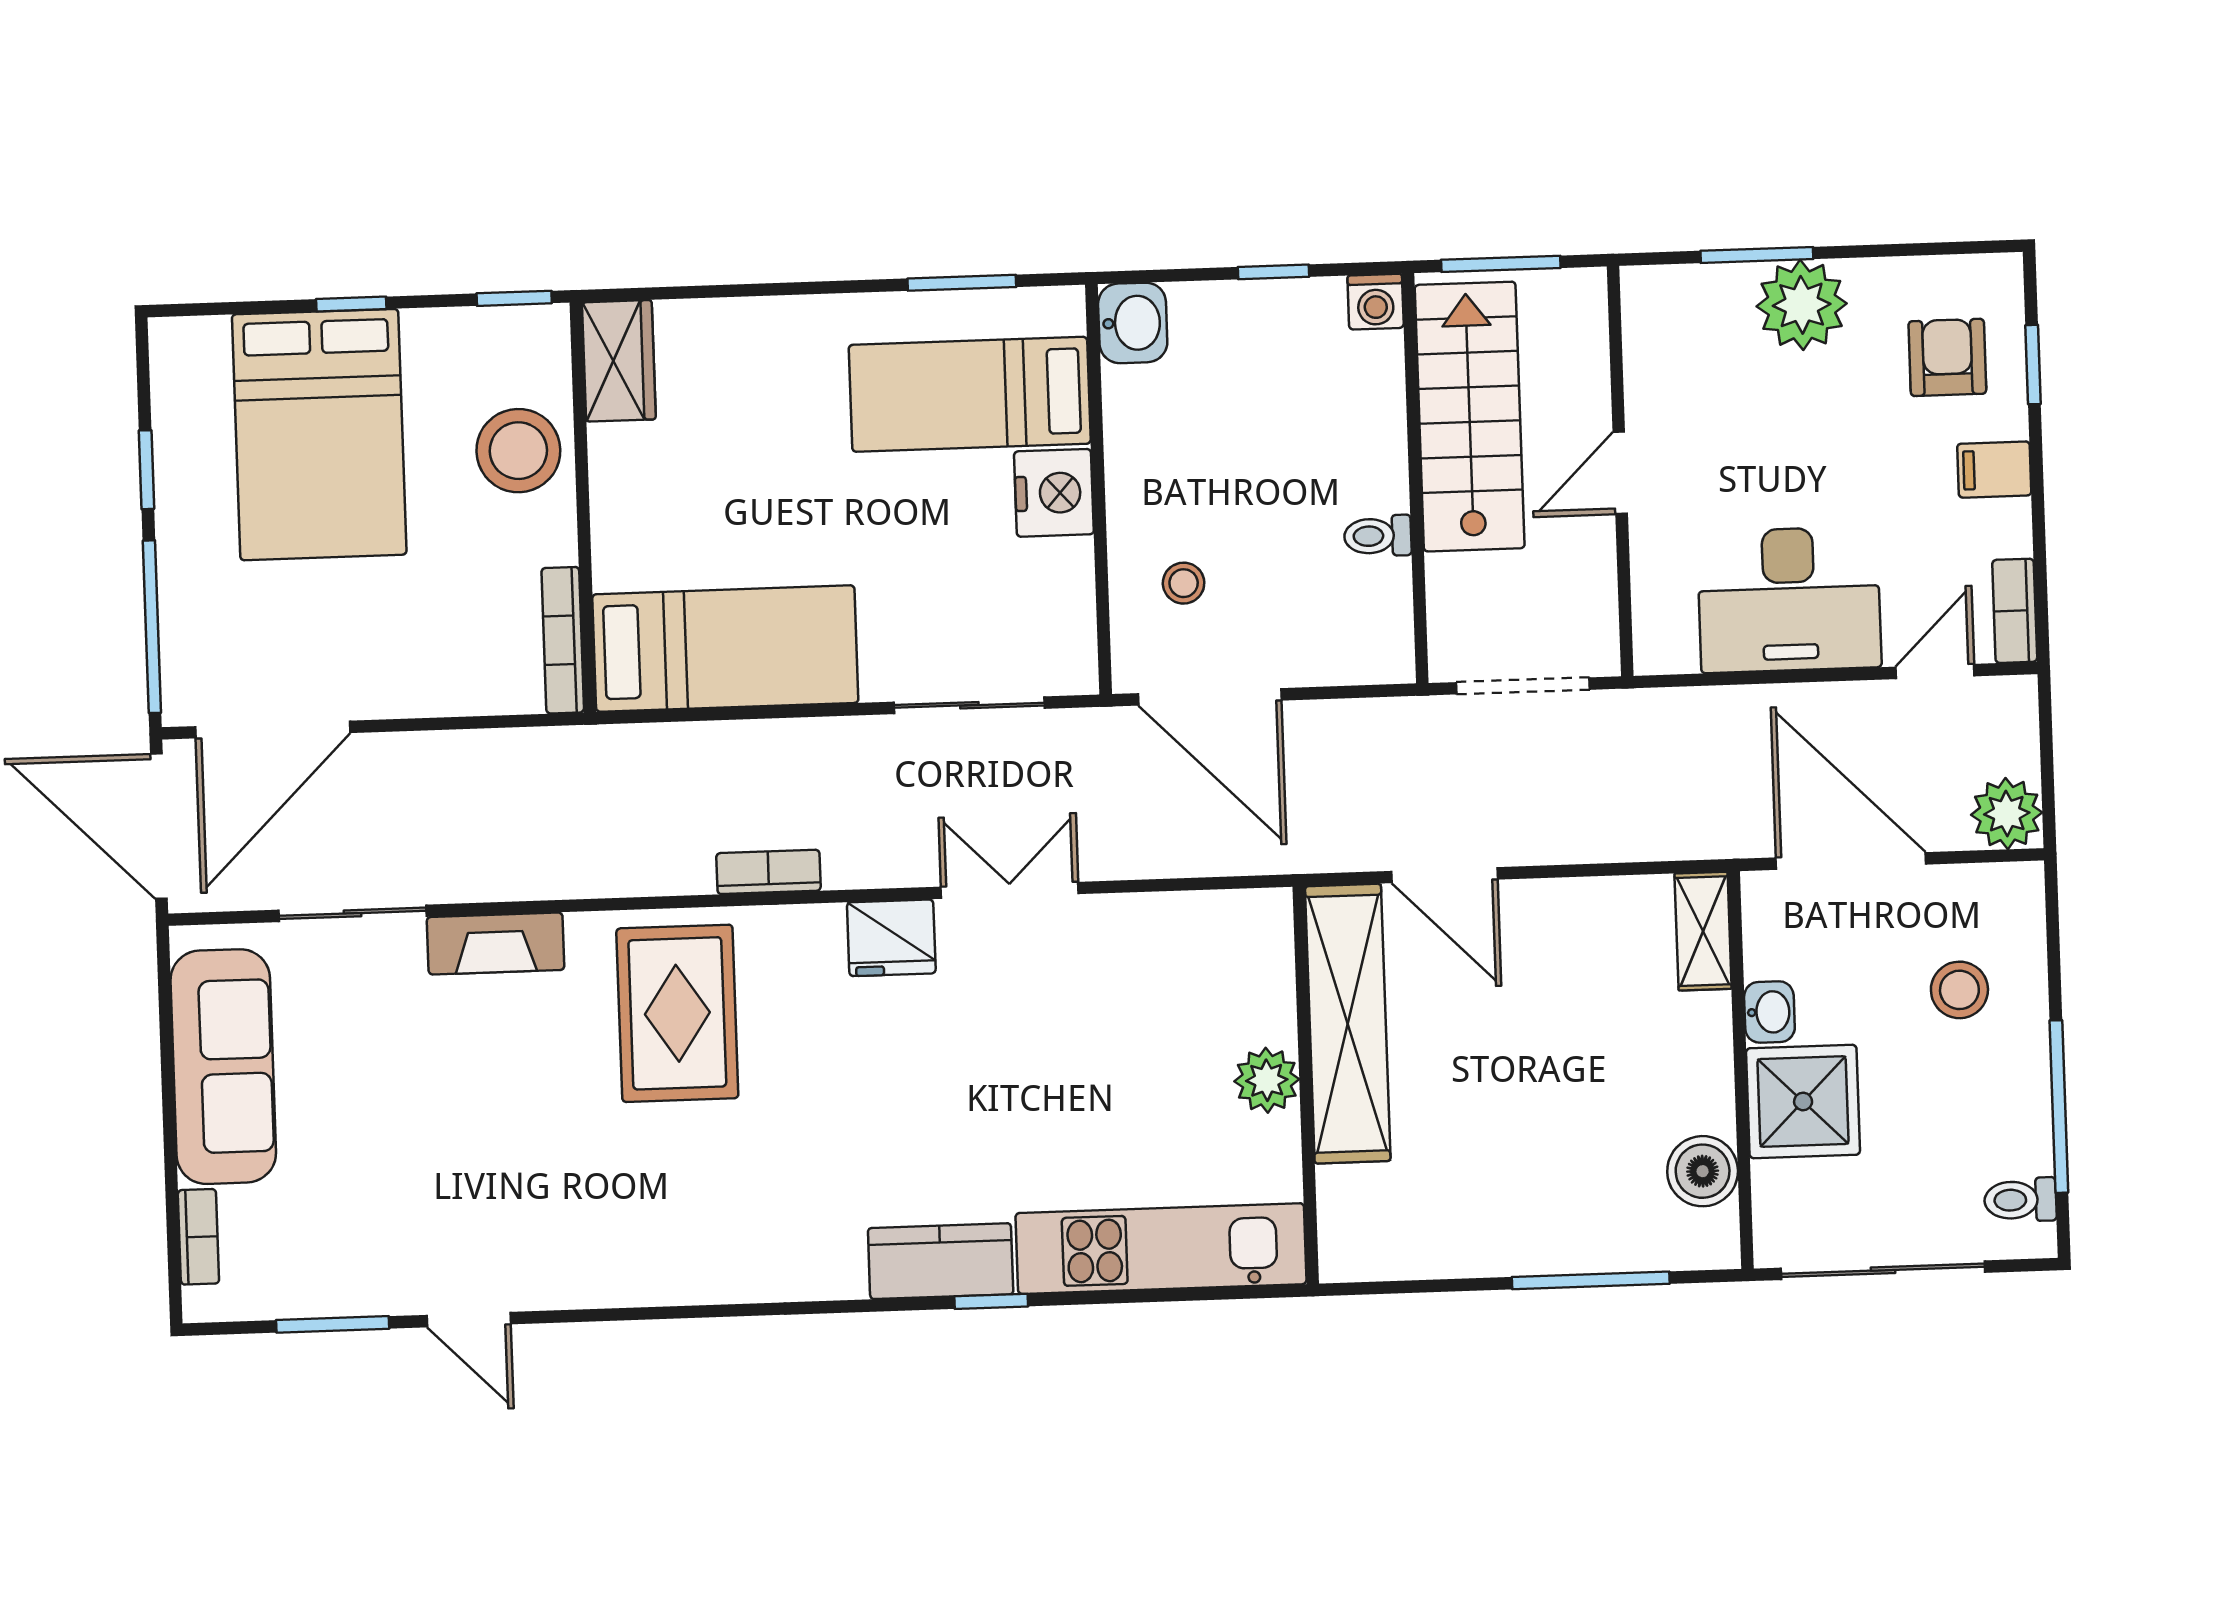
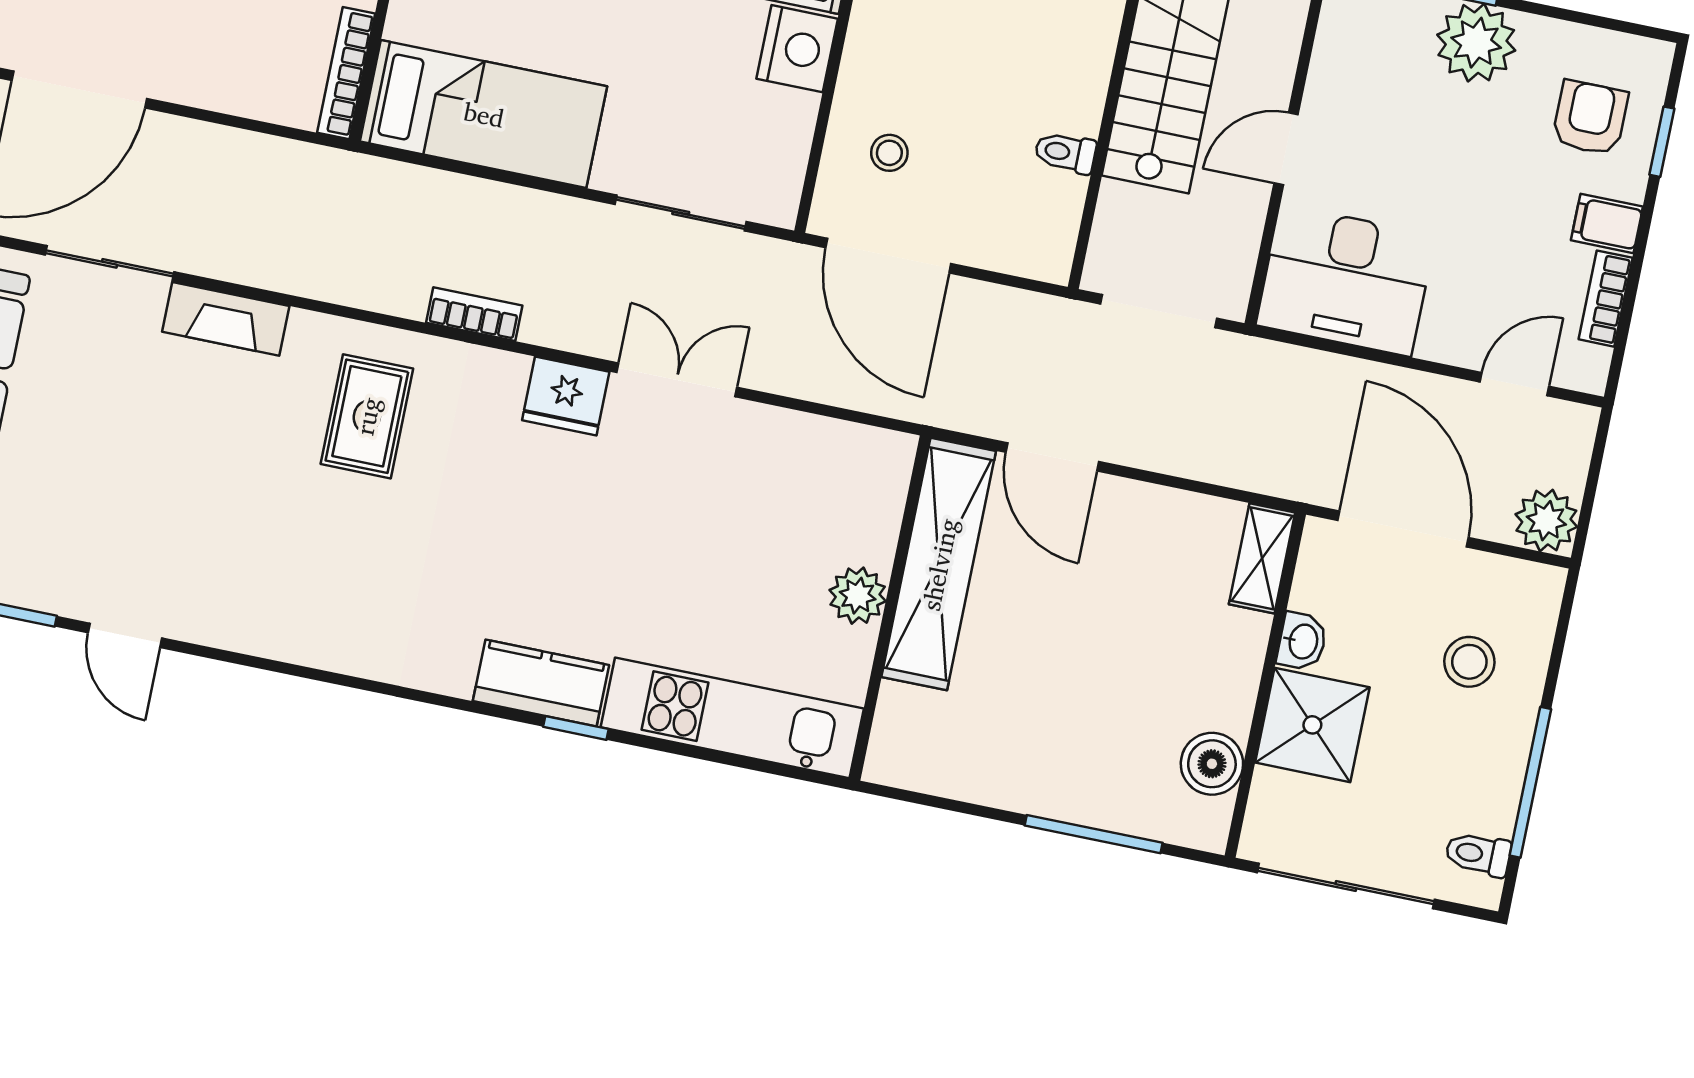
desk: (1789, 600) -> (1346, 280), moved
bookcase: (2015, 611) -> (1606, 299), moved
rug: (677, 1013) -> (367, 416), width x0.73, depth x0.70

